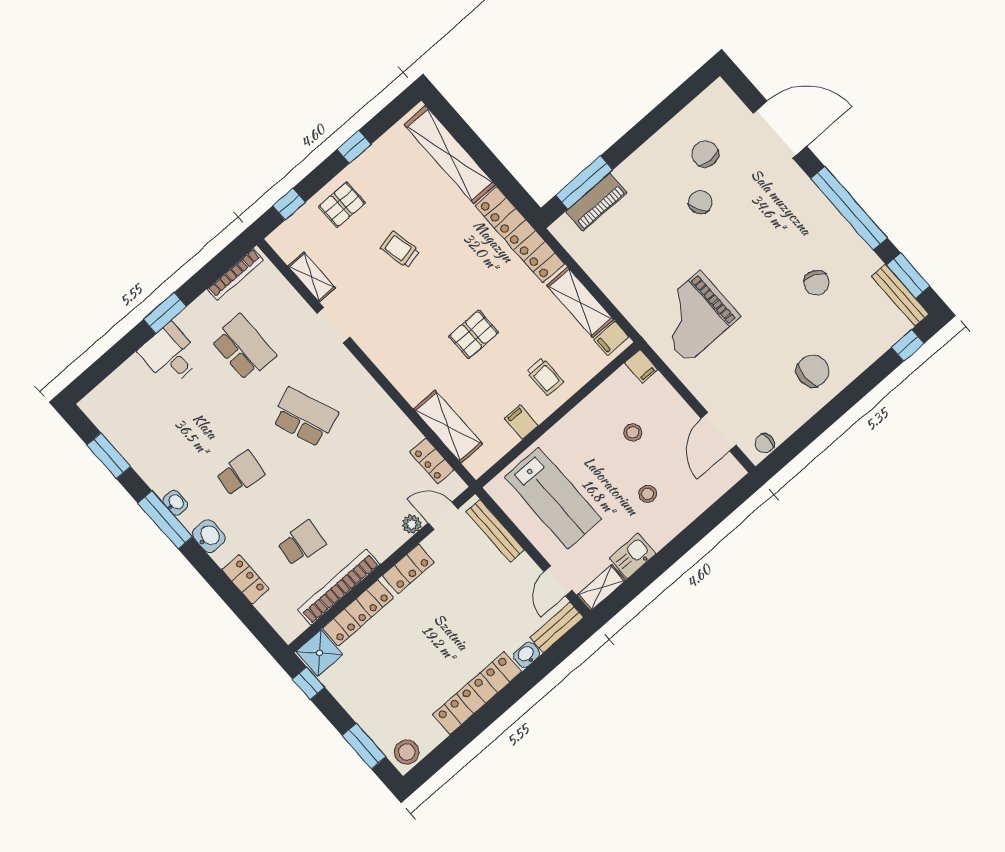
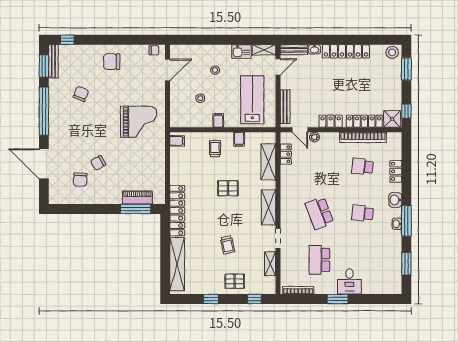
shelving: (580, 302) -> (268, 207), moved
filing cabinet: (641, 366) -> (218, 120), moved

